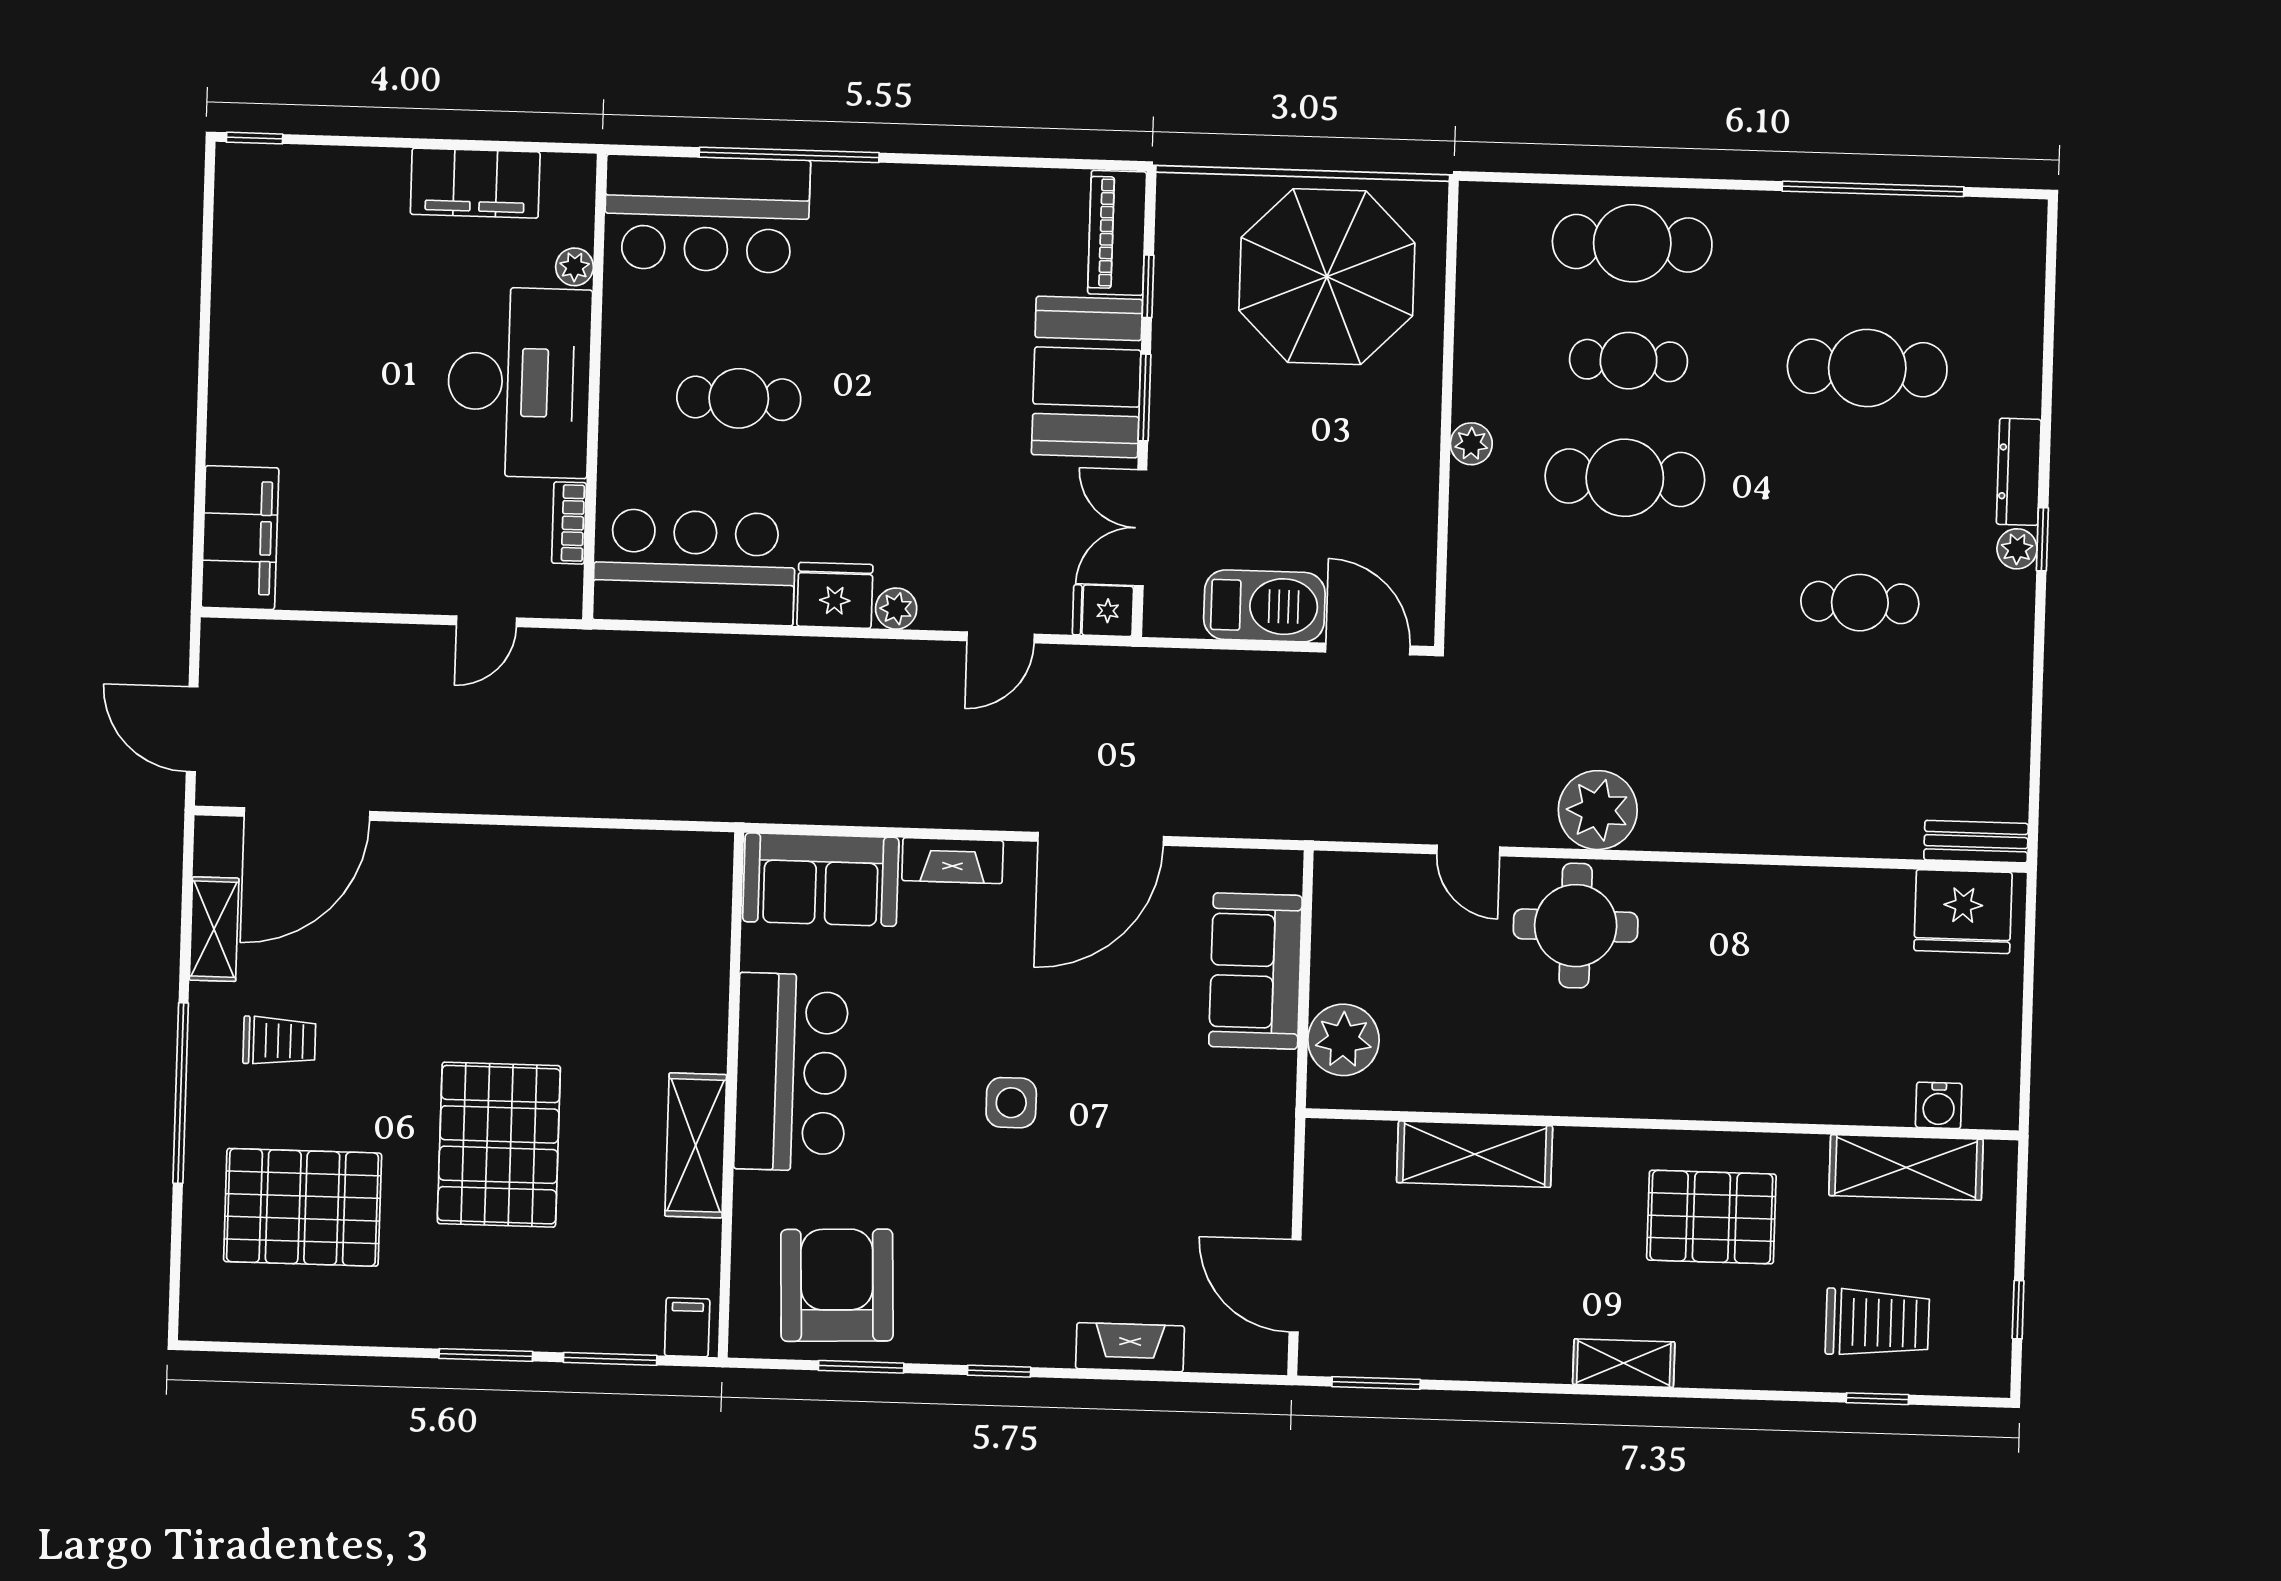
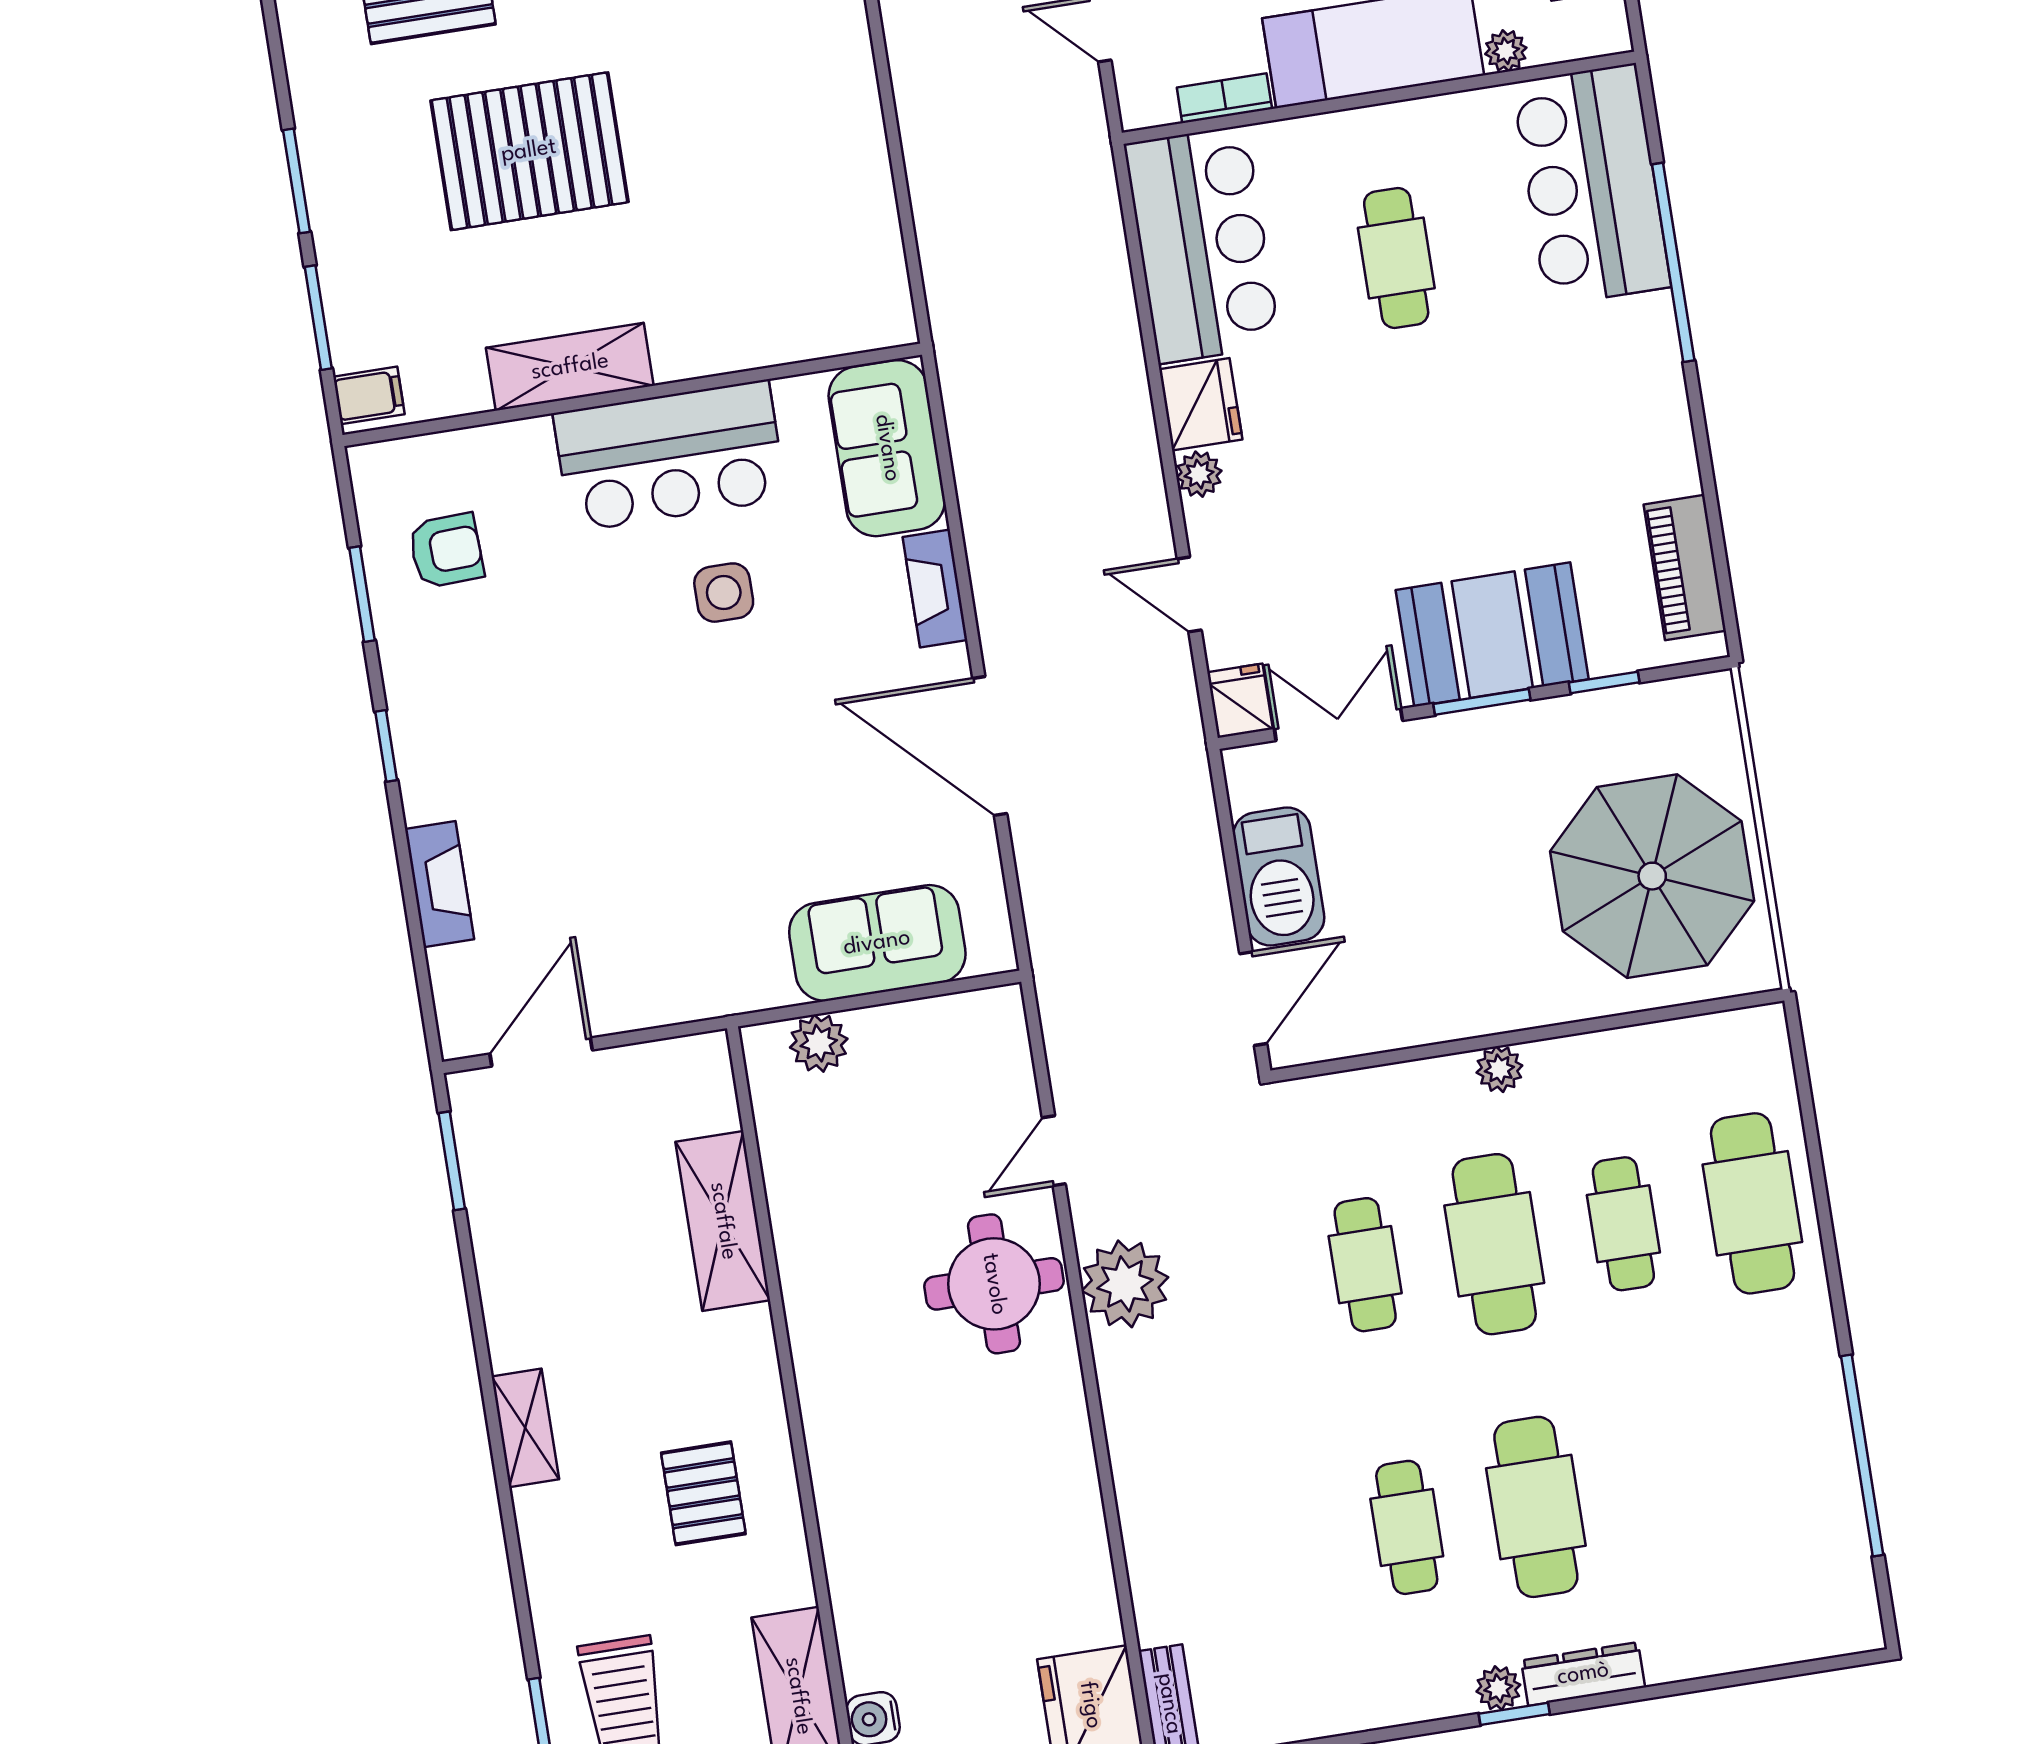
piano: (1117, 233) -> (1685, 568), moved, turned -90
cafe table: (1867, 368) -> (1536, 1507), moved
cafe table: (1621, 595) -> (1365, 1265), added
plant: (1343, 1040) -> (819, 1043), width x0.73, depth x0.73
side table: (1011, 1103) -> (724, 593), moved
pallet: (1711, 1217) -> (703, 1493), width x0.67, depth x0.71
armchair: (837, 1285) -> (446, 551), width x0.53, depth x0.53

